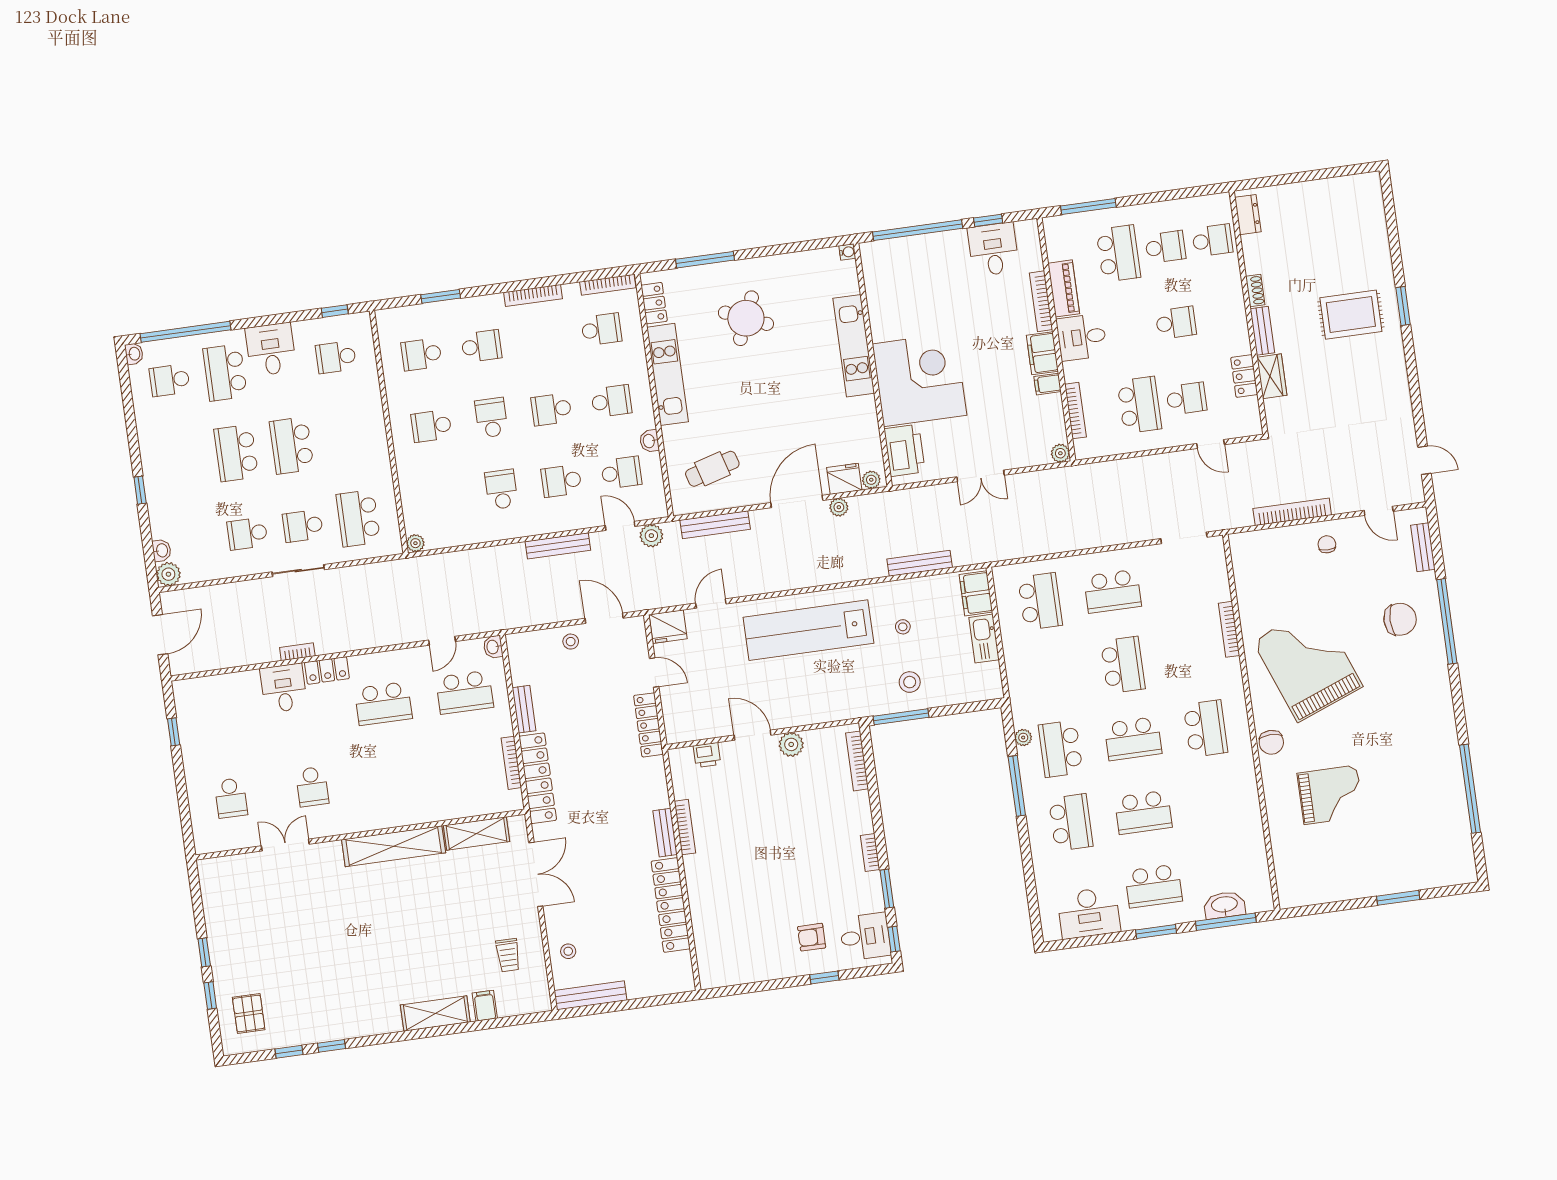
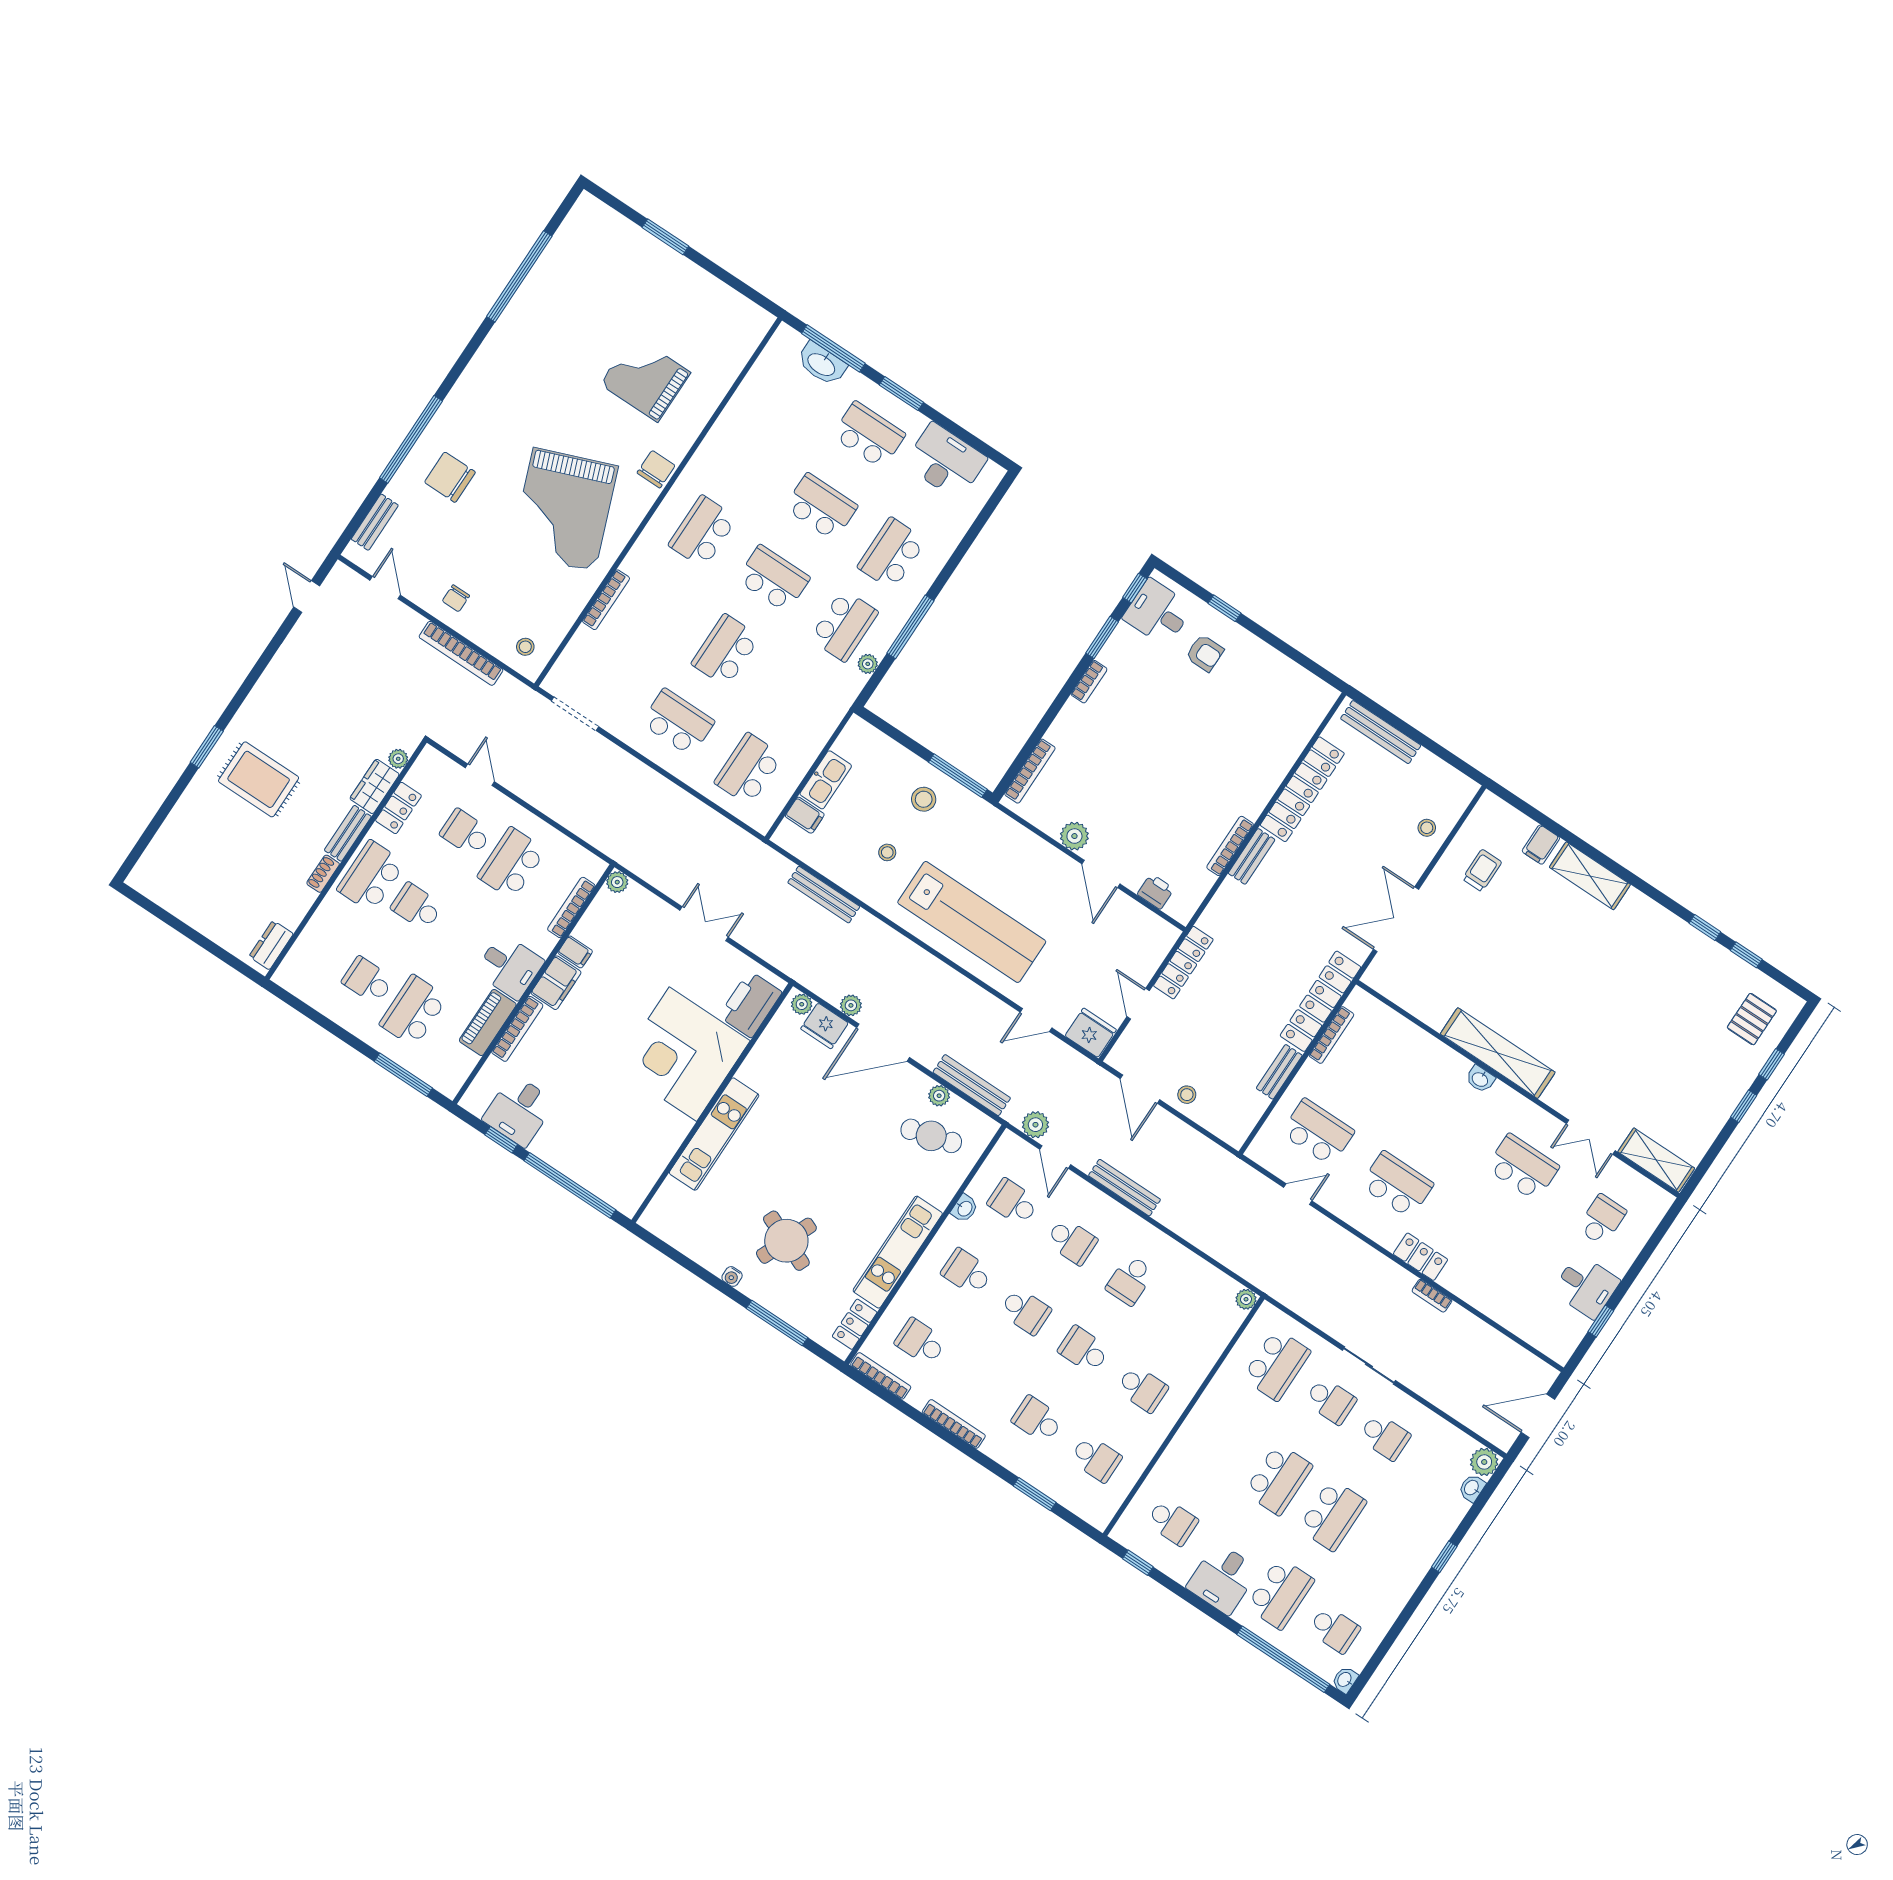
school desk: (1212, 240) -> (371, 876), moved, width x1.85
water cooler: (847, 252) -> (732, 1276), moved, turned -90
plant: (1272, 408) -> (398, 759), added
school desk: (491, 418) -> (1084, 1350), turned 90
plant: (730, 499) -> (939, 1096), added
stool: (1254, 553) -> (525, 647), added
filing cabinet: (976, 593) -> (805, 815), width x0.50
washbasin: (493, 647) -> (1480, 1079), moved, turned 90
desk: (284, 688) -> (1586, 1286), moved, turned -90
school desk: (312, 787) -> (1523, 1167), width x1.85
shelving: (477, 833) -> (1656, 1160), moved
bench: (591, 995) -> (1381, 732), moved

